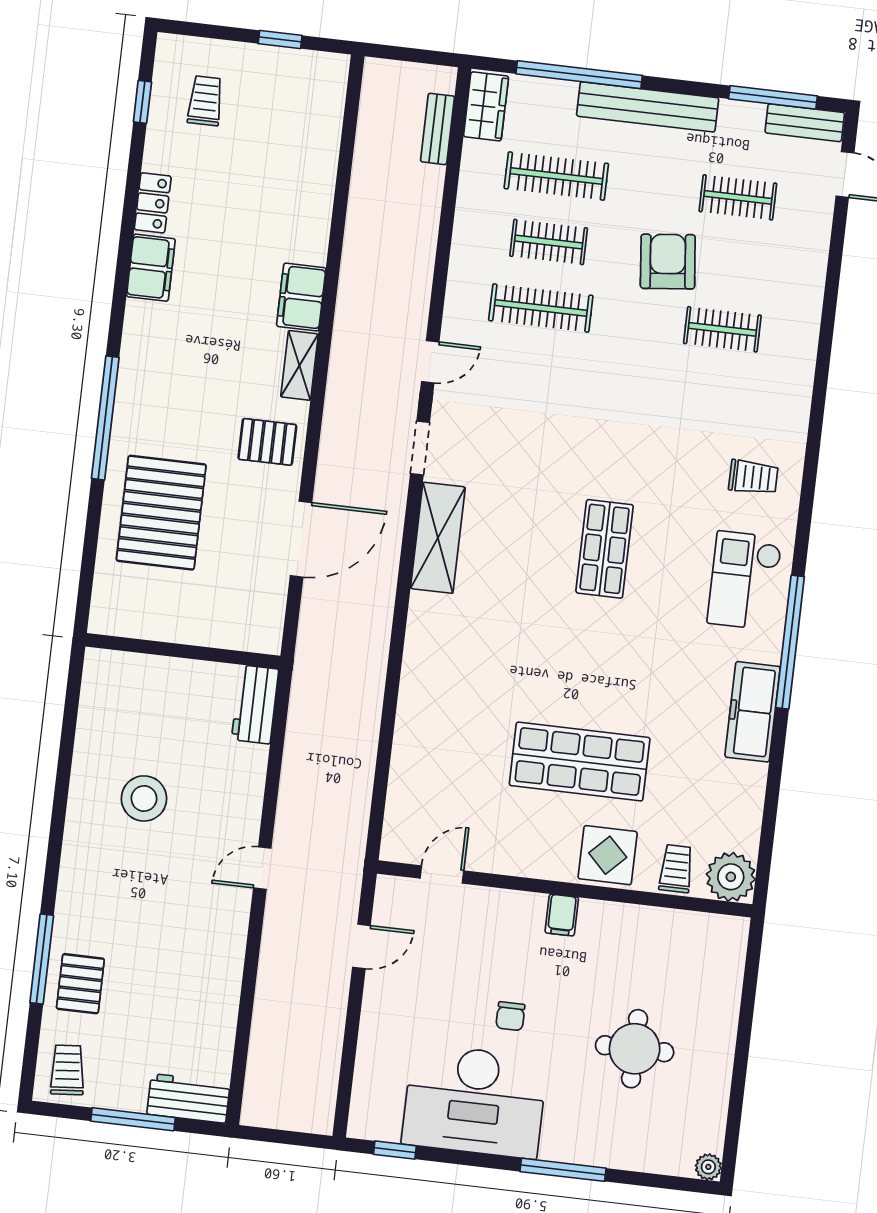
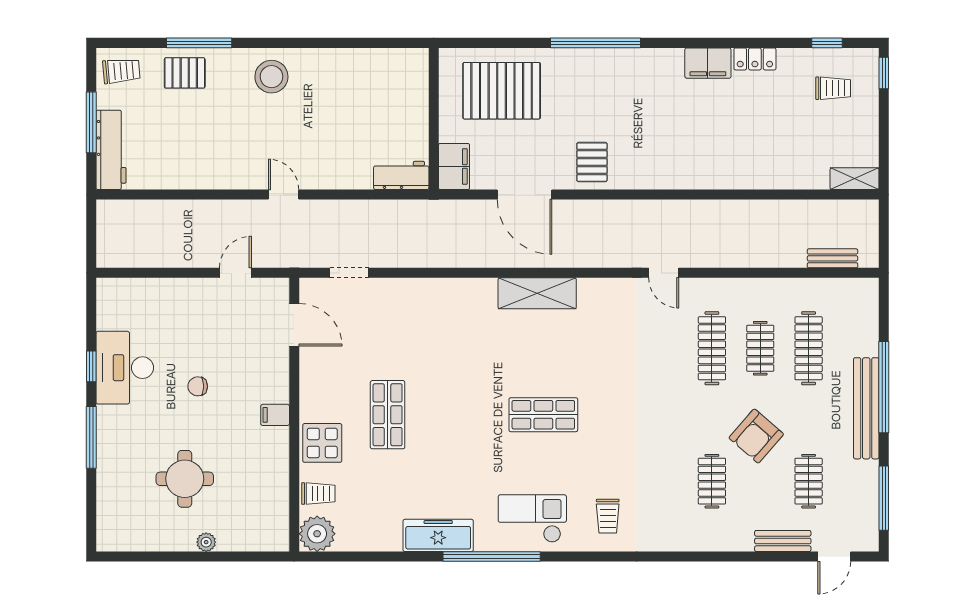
window: (280, 39) -> (884, 73), moved
window: (579, 75) -> (884, 387), moved
wardrobe: (486, 106) -> (853, 292), removed
bench: (805, 123) -> (783, 541), moved, turned 90
armchair: (668, 262) -> (756, 436), turned 137
filing cabinet: (301, 297) -> (454, 166), moved, turned 90
shelving: (299, 365) -> (855, 179), moved
doorway: (420, 448) -> (349, 273), moved
pallet: (161, 513) -> (502, 91), moved
shop shelf: (580, 761) -> (388, 415), width x0.70, depth x0.74
stool: (144, 798) -> (271, 77), moved
door: (442, 875) -> (294, 325), width x1.38
door: (361, 946) -> (235, 273), swing flipped
workbench: (188, 1098) -> (111, 150), width x1.37
desk: (475, 1101) -> (125, 368), width x0.73, depth x0.77
window: (395, 1150) -> (91, 366), moved
plant: (708, 1167) -> (206, 542), moved

